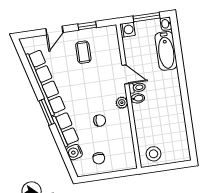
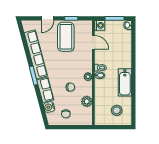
bathtub: (166, 51) -> (125, 82), moved
coffee table: (83, 52) -> (66, 37), width x1.86, depth x1.72
door: (125, 74) -> (93, 42), moved
plant: (125, 137) -> (87, 101), added
stool: (154, 154) -> (117, 110), moved

